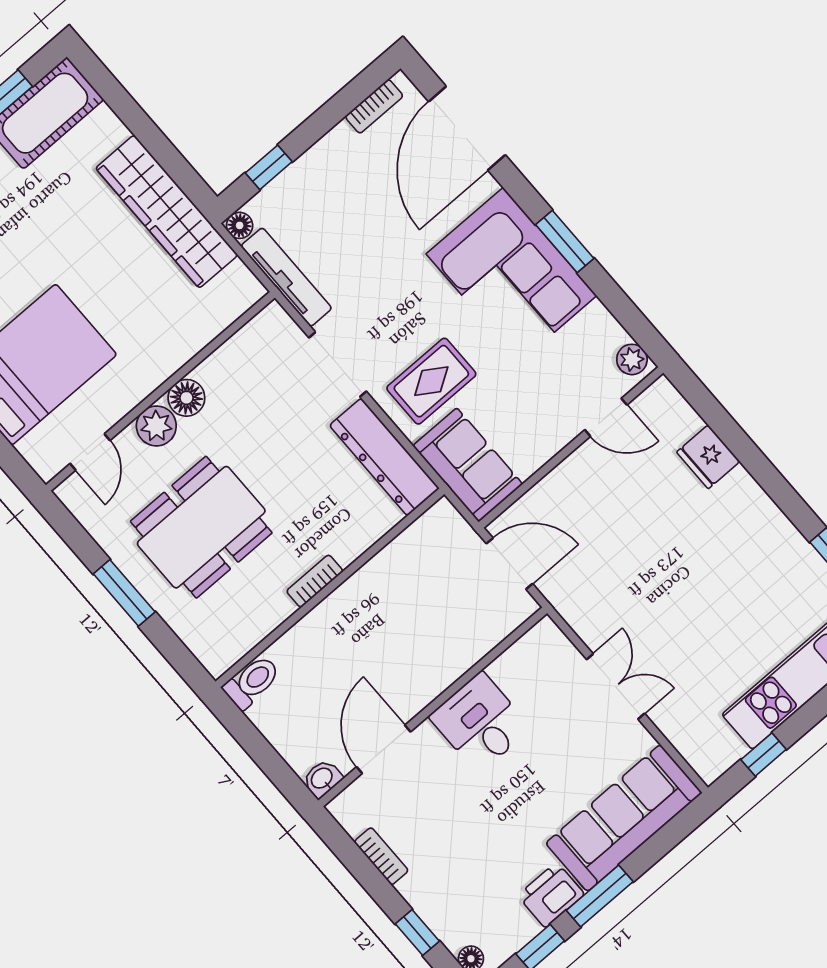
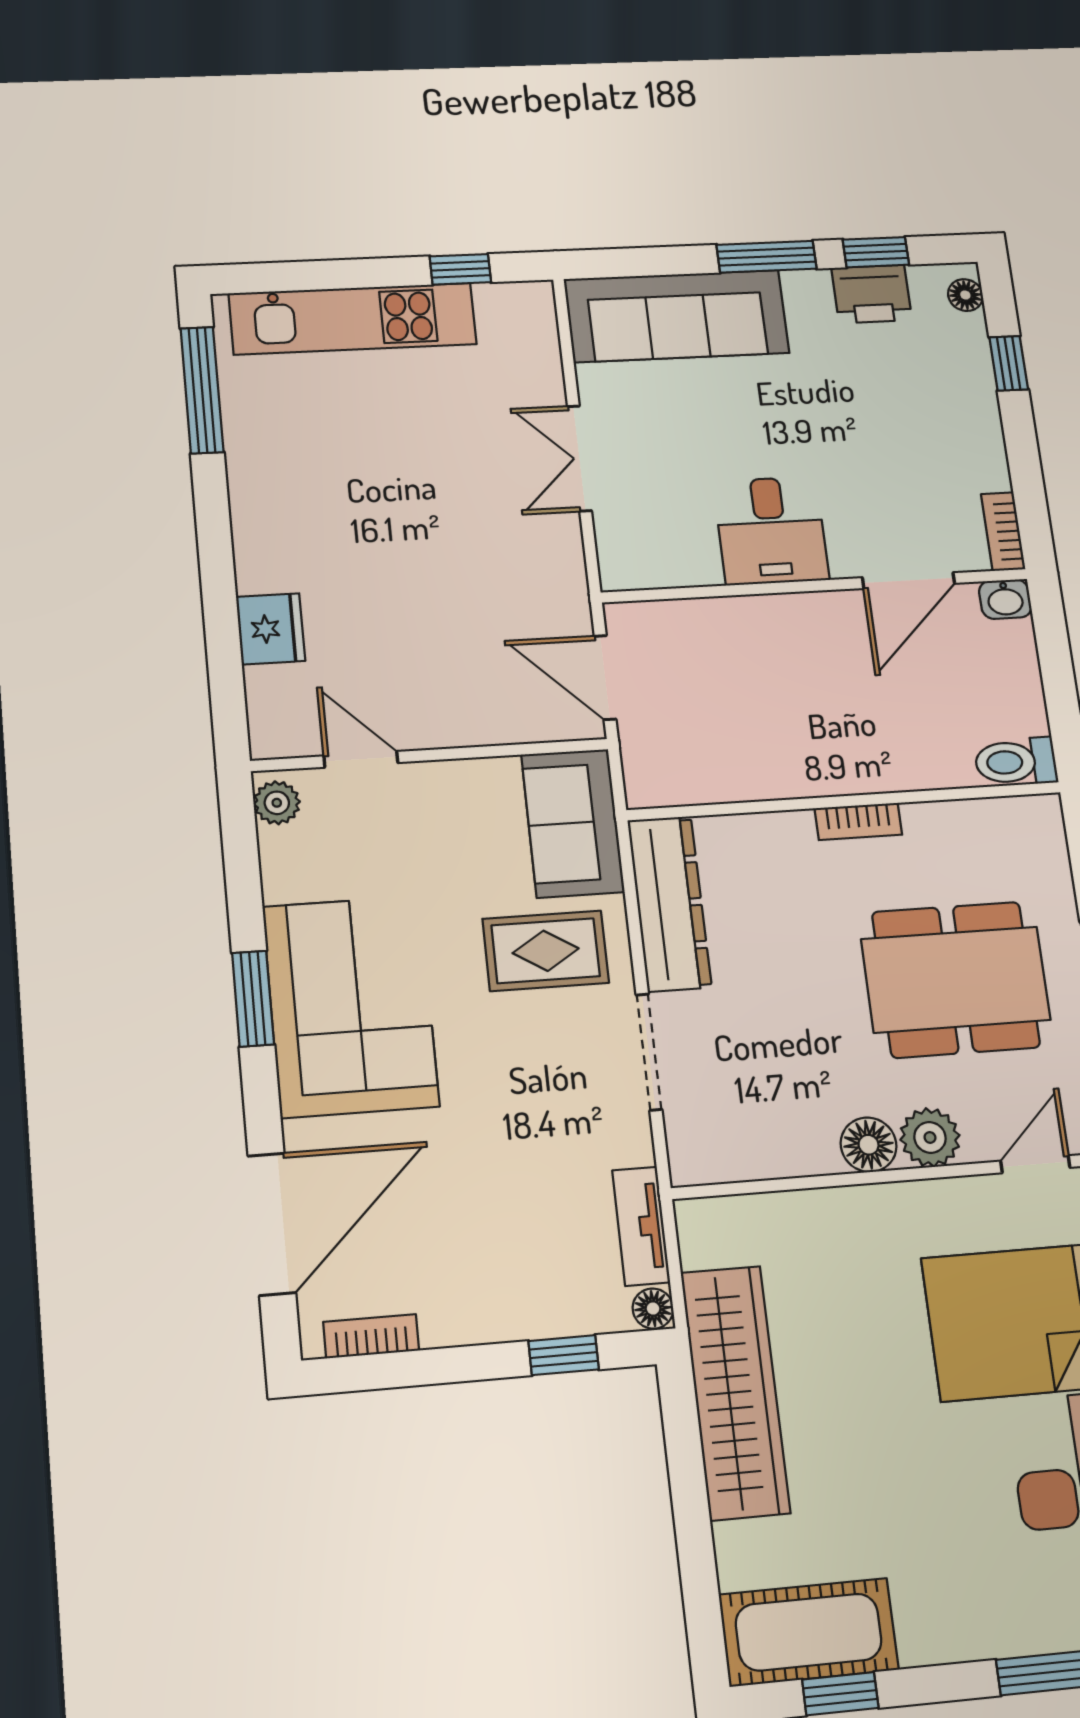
tv unit: (286, 277) -> (641, 1226), width x0.71
bookcase: (381, 856) -> (1003, 532), moved
printer: (551, 895) -> (872, 294), moved

